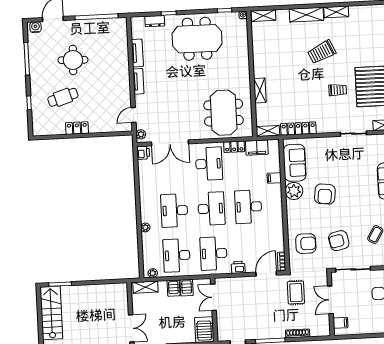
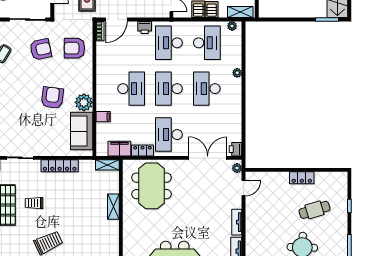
locker: (298, 129) -> (60, 166), moved
desk: (174, 210) -> (207, 89), turned 180
desk: (214, 254) -> (169, 43), turned 180

